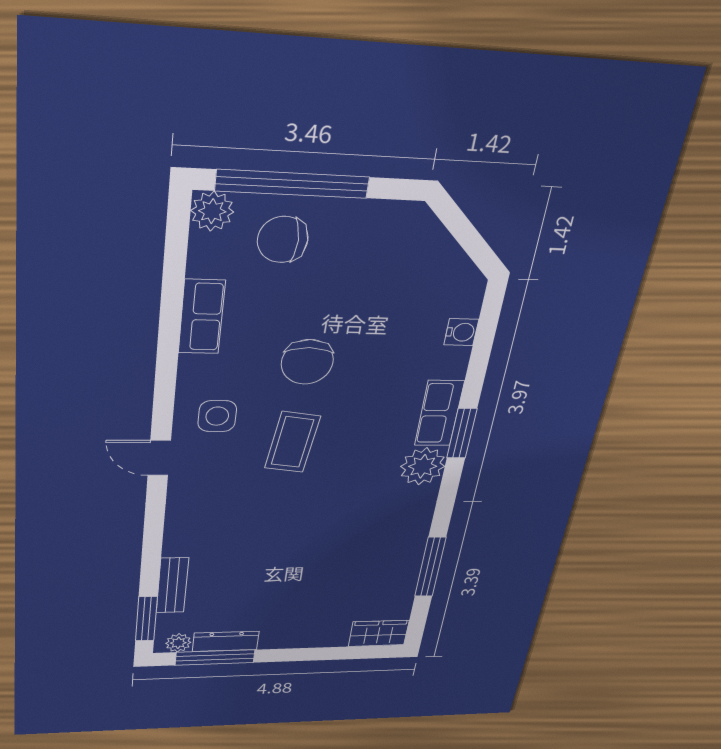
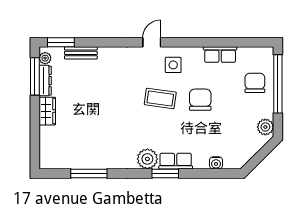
plant: (212, 211) -> (265, 127), moved
chair: (307, 362) -> (200, 100), turned 90
wardrobe: (379, 633) -> (47, 111), moved

